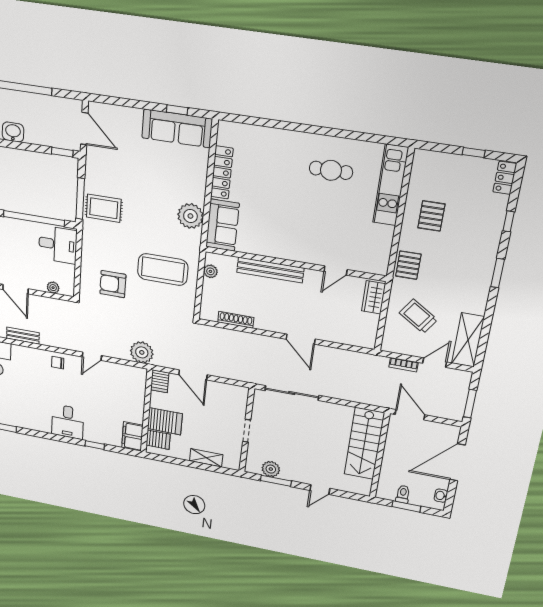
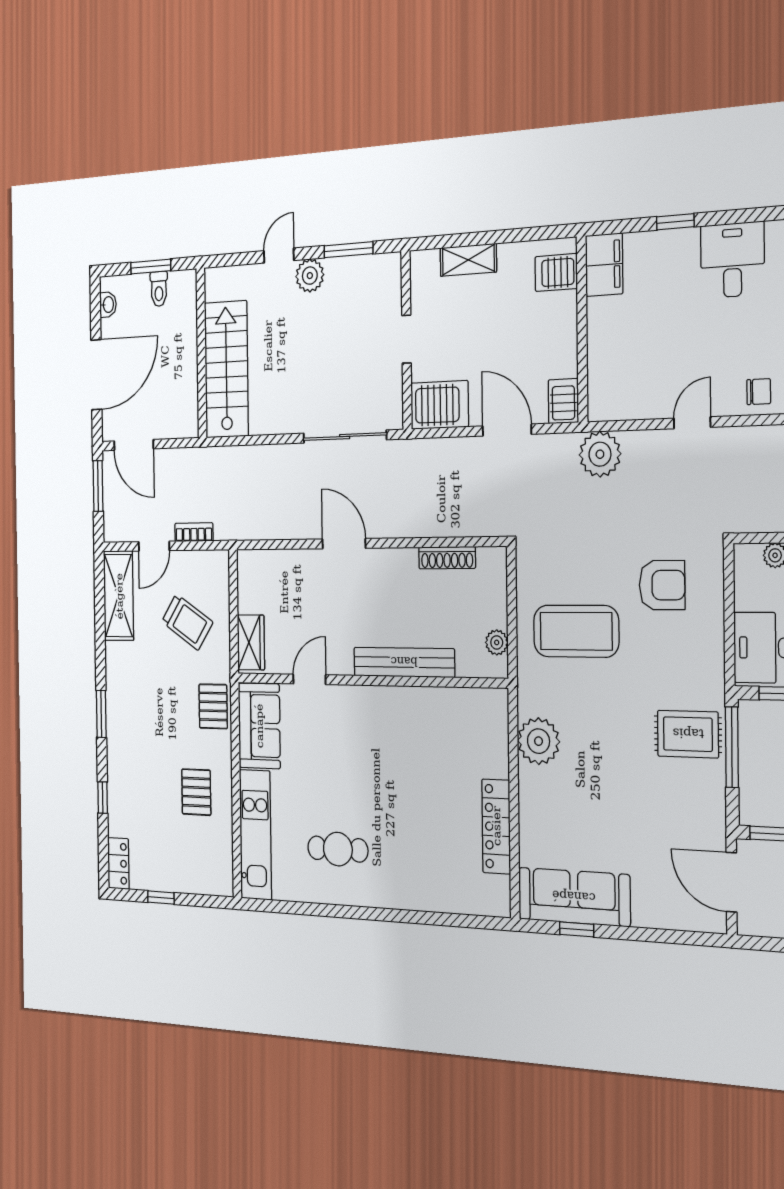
sofa: (222, 225) -> (259, 726), moved, turned 180
door: (410, 415) -> (134, 445), moved
server rack: (165, 421) -> (440, 405), moved, turned 180
plant: (271, 469) -> (310, 276), moved

